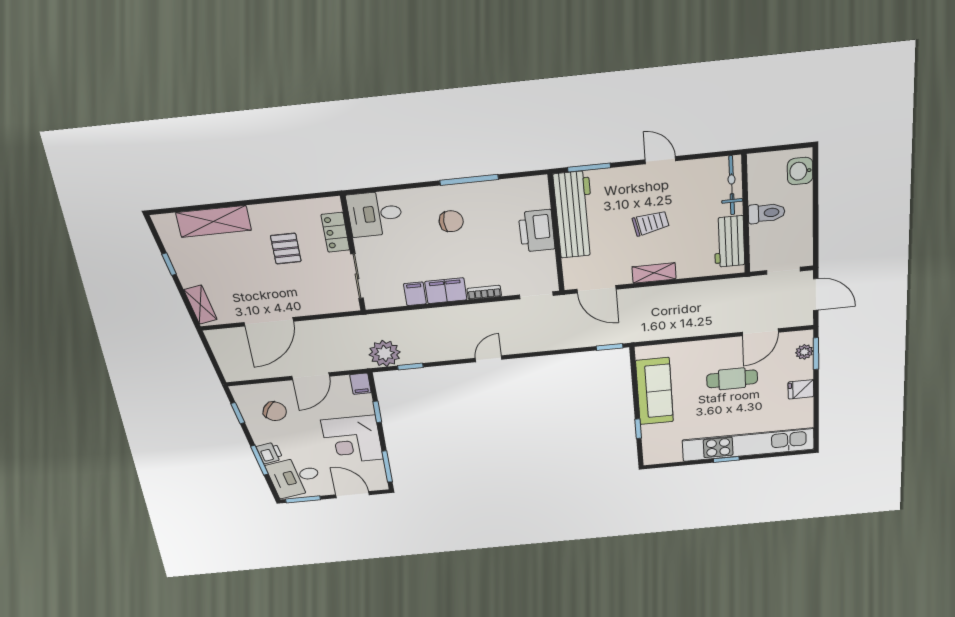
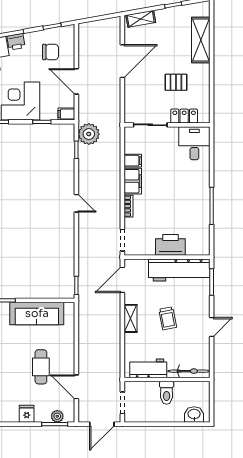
chair: (451, 221) -> (184, 191), removed
door: (269, 322) -> (122, 61), swing flipped
chair: (275, 411) -> (51, 52), turned -122

